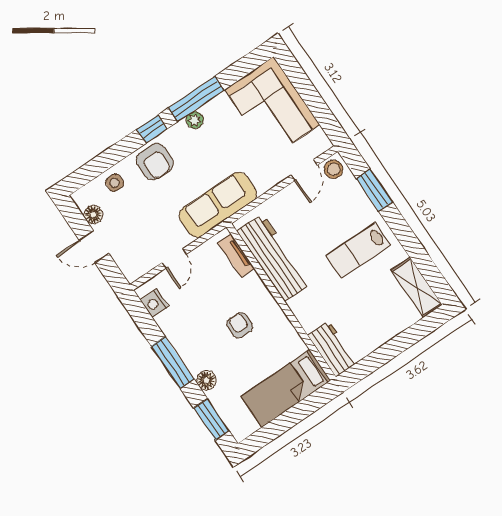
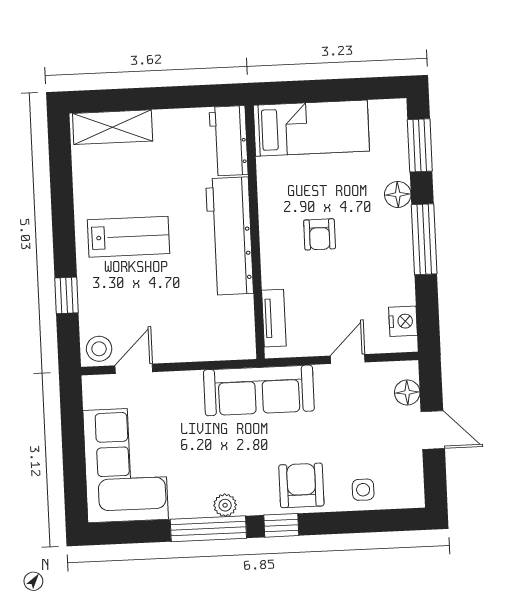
window: (374, 190) -> (66, 295), width x0.67
floor lamp: (93, 215) -> (407, 392), moved
workbench: (273, 258) -> (230, 236), moved
shelving: (417, 287) -> (113, 127), moved, turned 90

